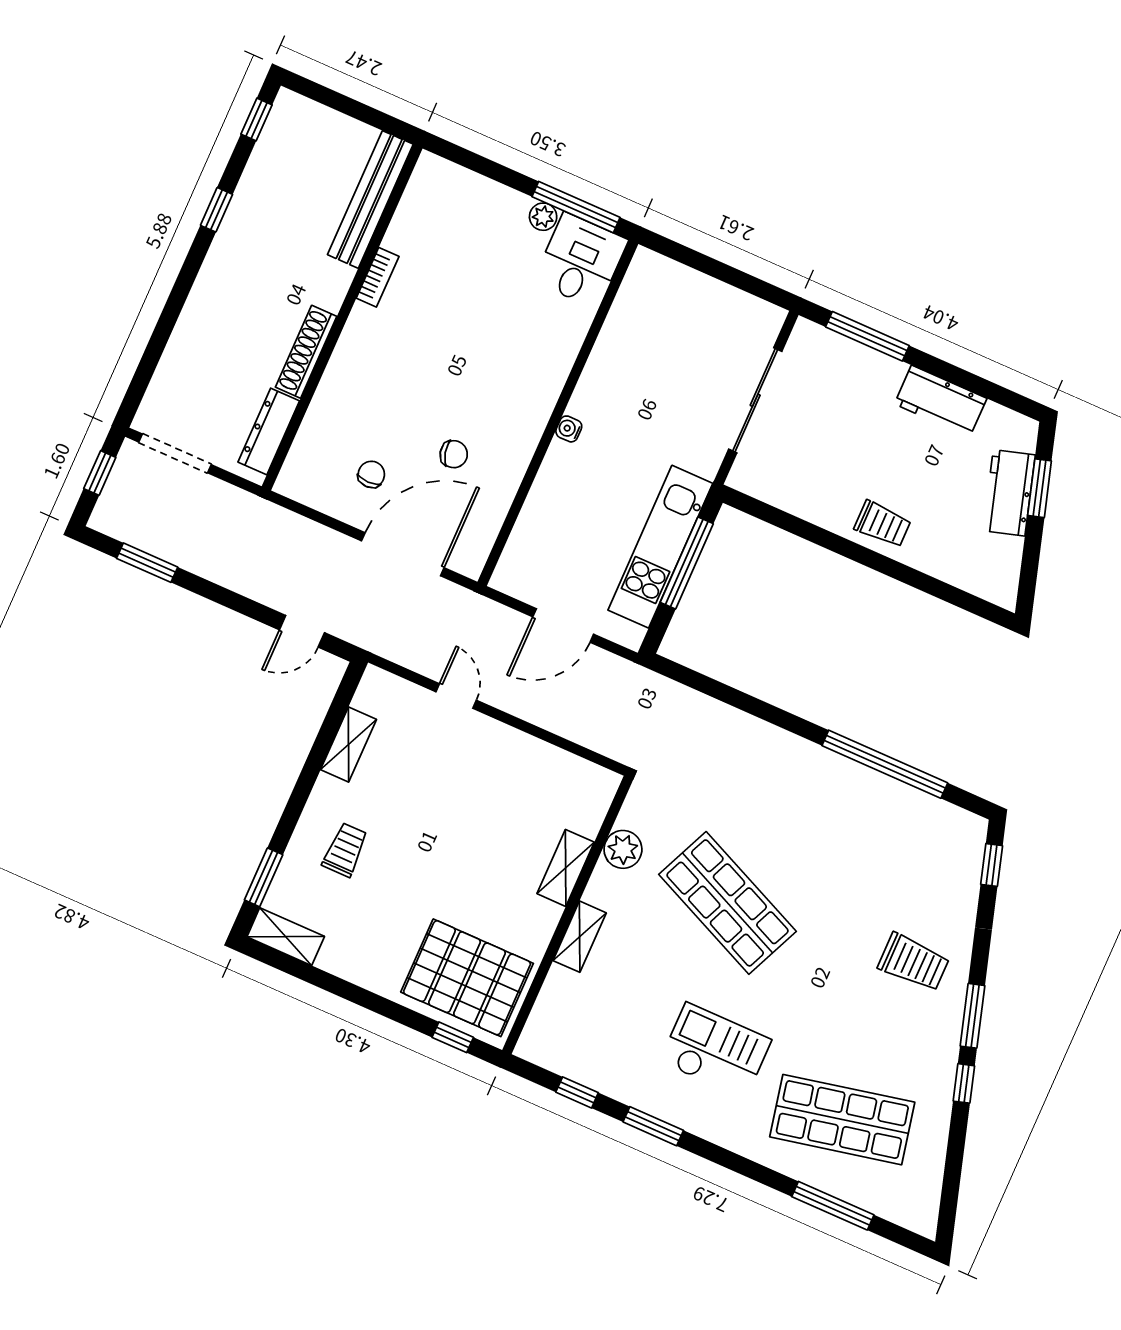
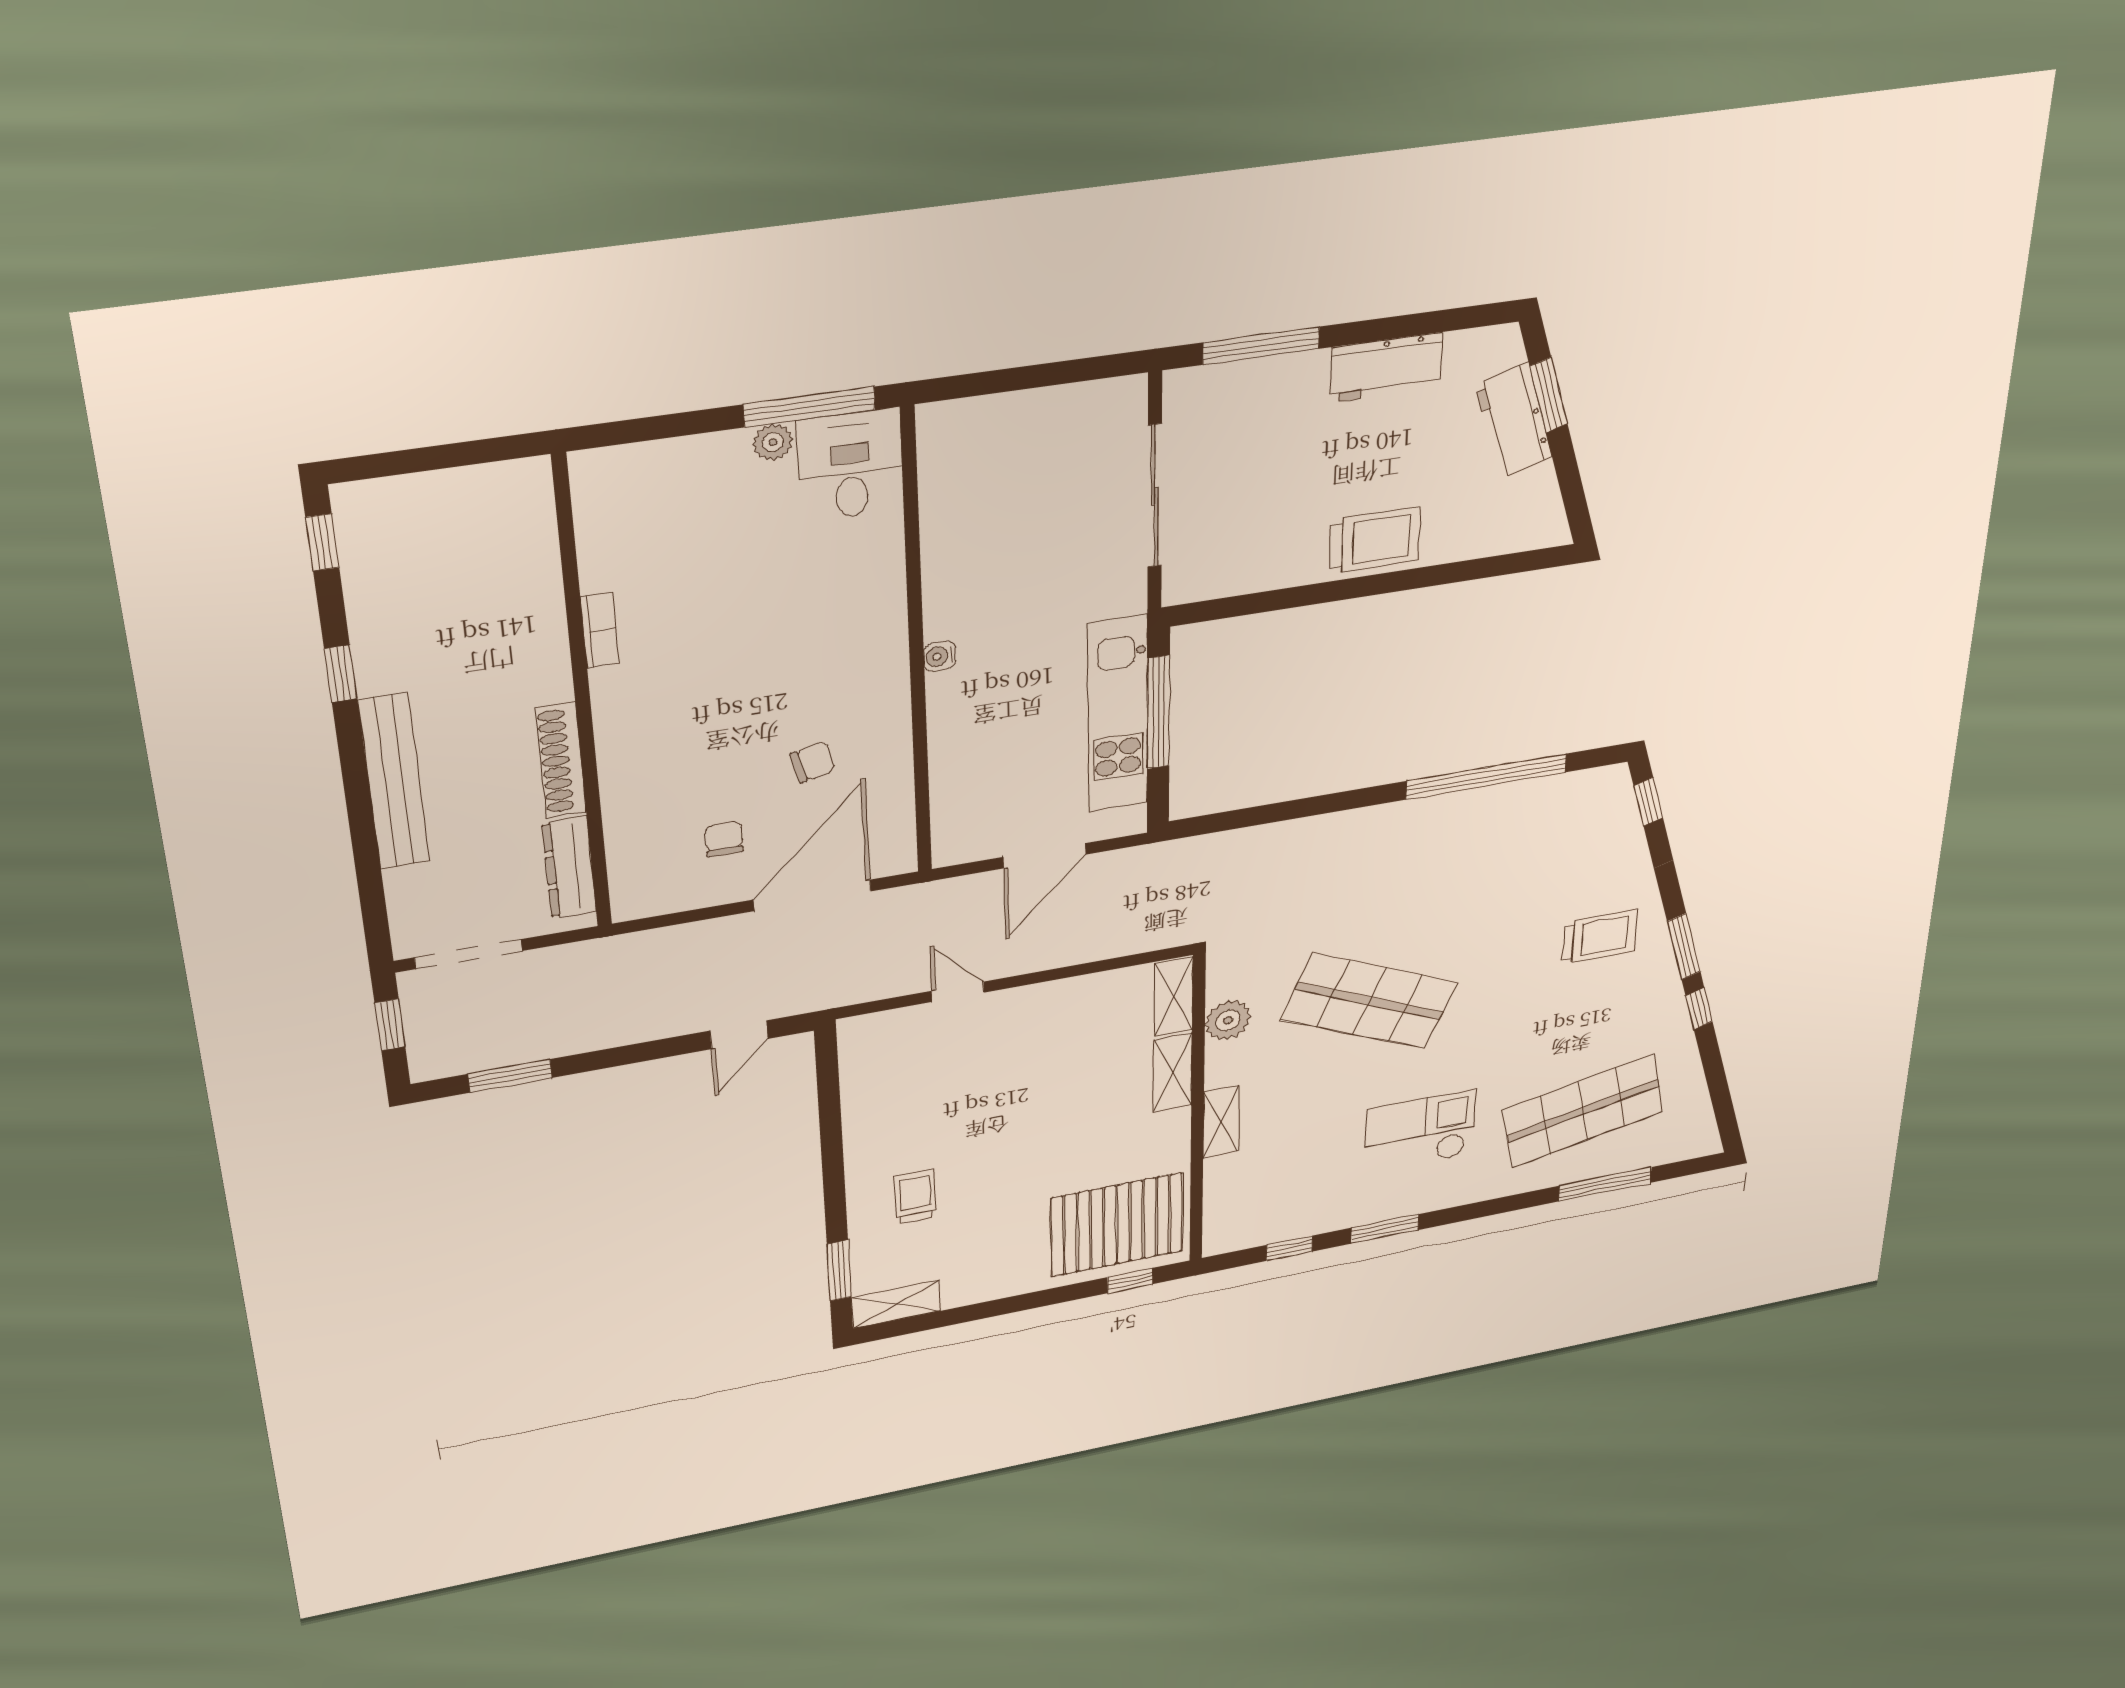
bench: (370, 199) -> (394, 782), moved
trolley: (883, 524) -> (1375, 540), width x1.36, depth x1.39
shelving: (349, 745) -> (1174, 997), moved

